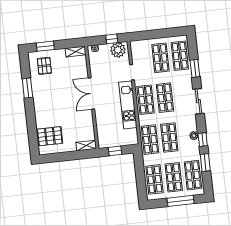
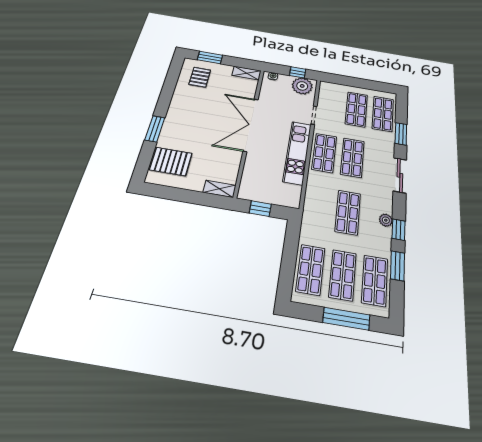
window: (27, 88) -> (155, 129), moved
double door: (91, 93) -> (251, 125), width x1.36
shop shelf: (150, 140) -> (318, 207), removed

